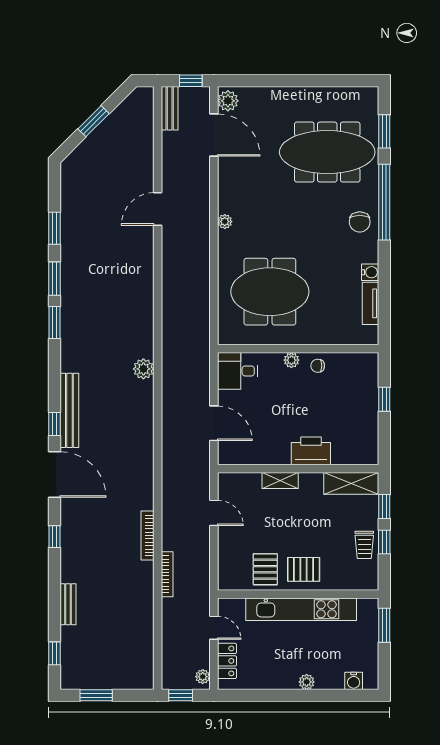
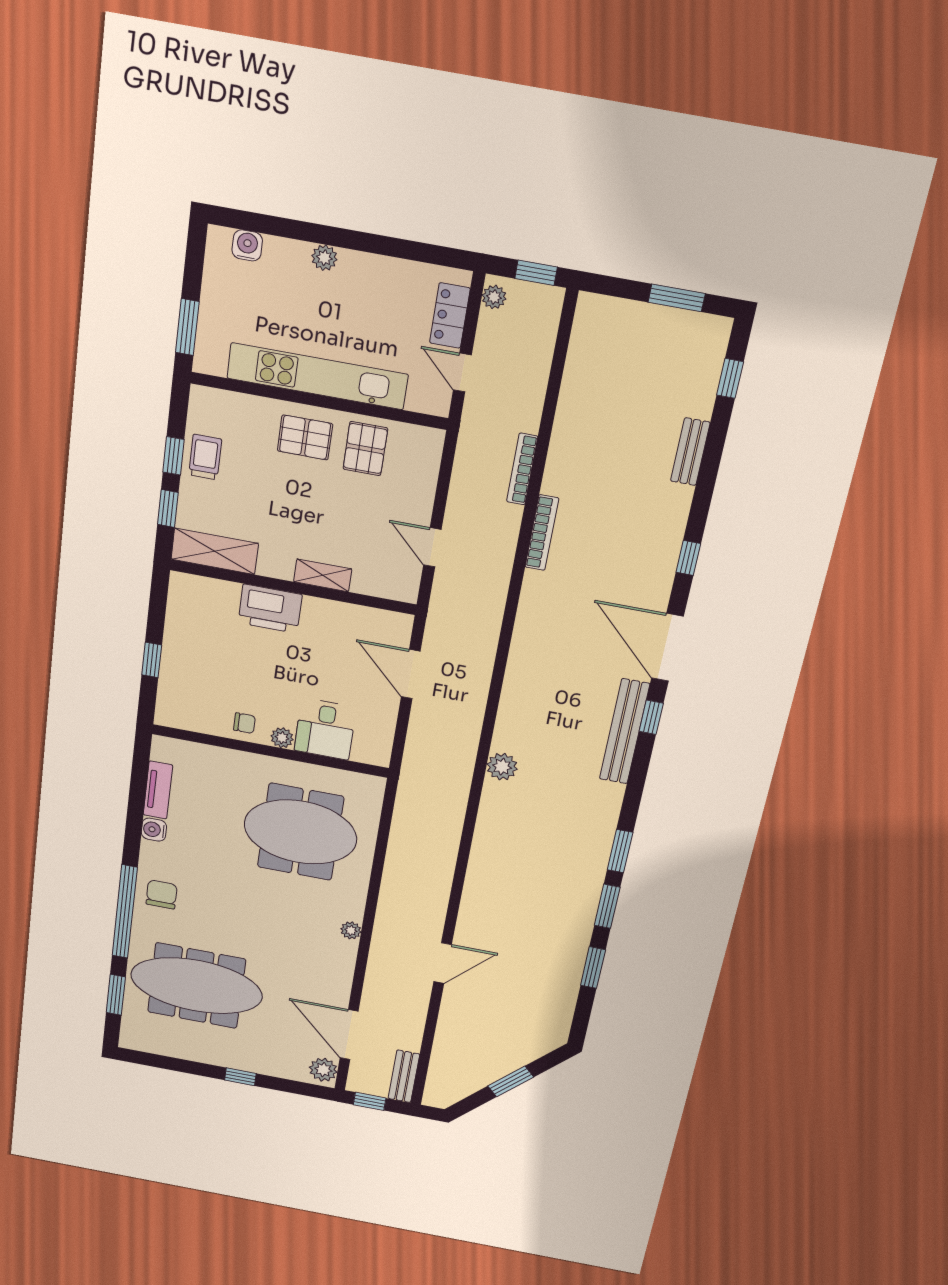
window: (287, 81) -> (240, 1077), added
desk: (237, 371) -> (325, 729), moved, turned 90

